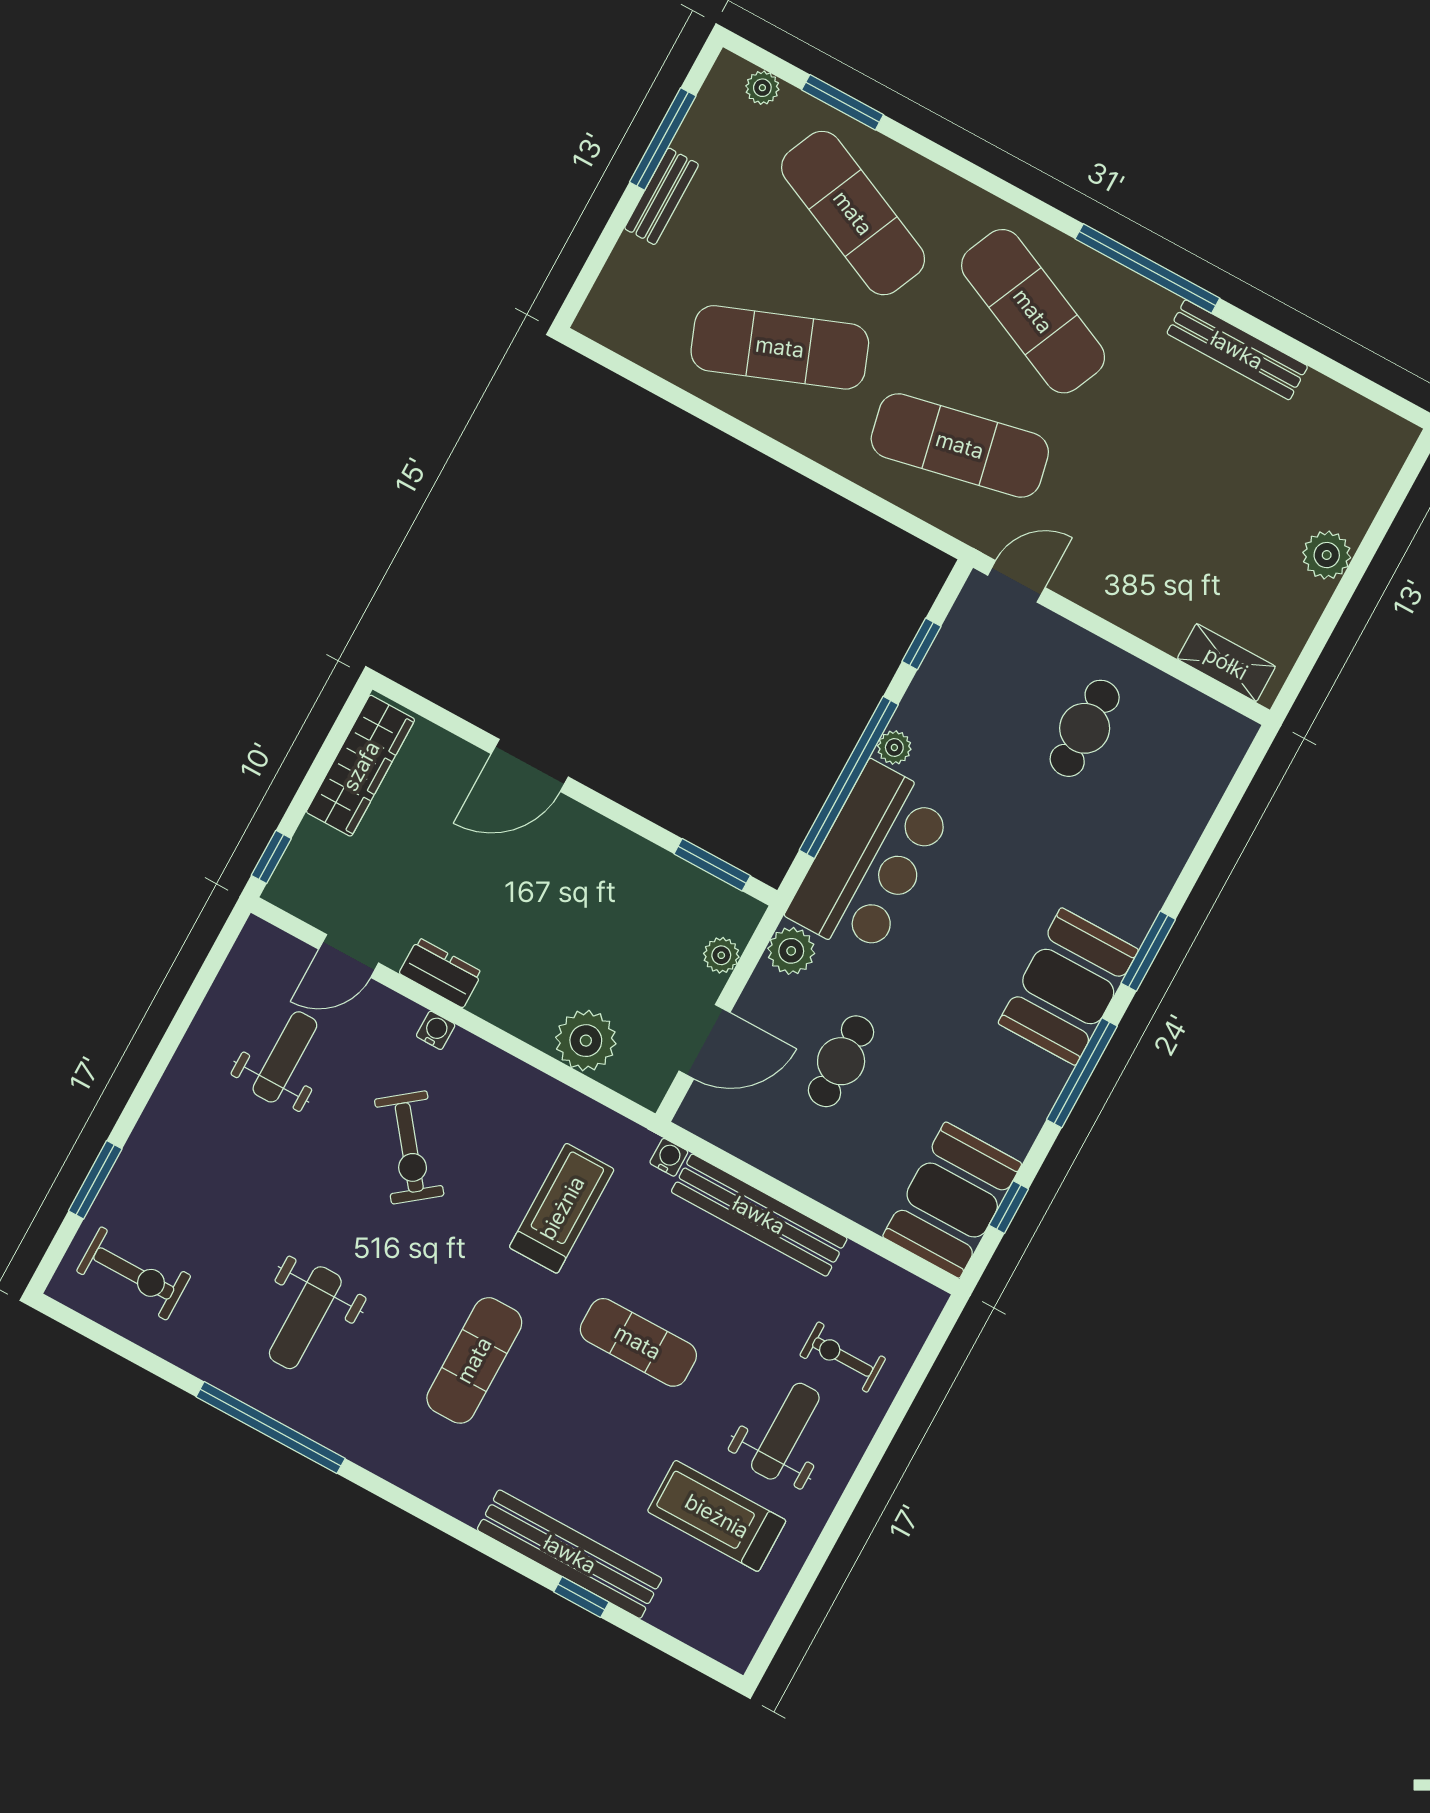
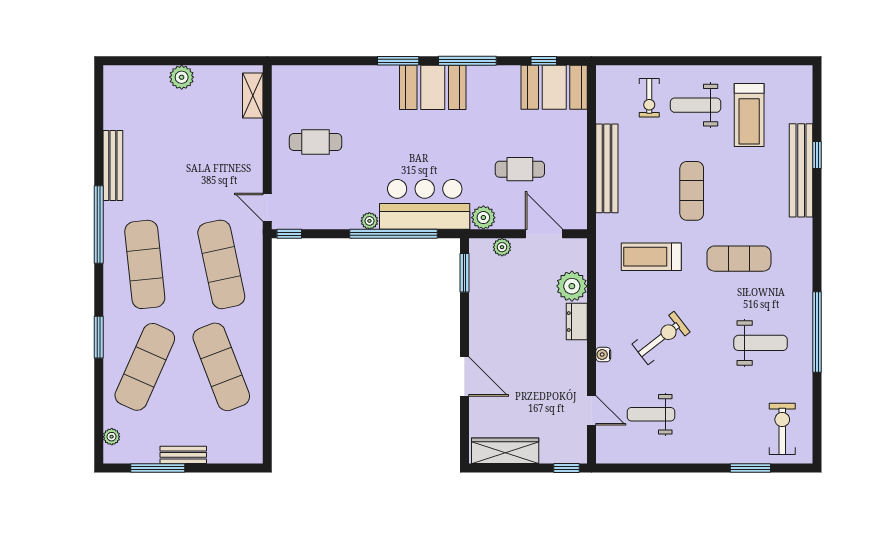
window: (843, 102) -> (99, 337), moved
exercise mat: (1033, 311) -> (145, 264), turned -30
window: (921, 644) -> (289, 234), moved
dresser: (441, 973) -> (577, 322), moved
water cooler: (669, 1157) -> (603, 222), removed

